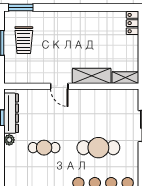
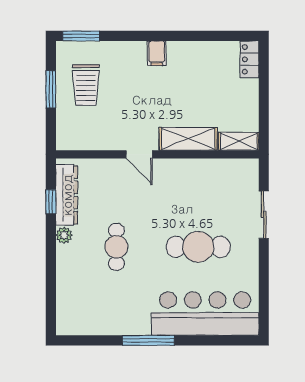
filing cabinet: (71, 19) -> (157, 53), added
cafe table: (44, 148) -> (116, 247), turned 90

